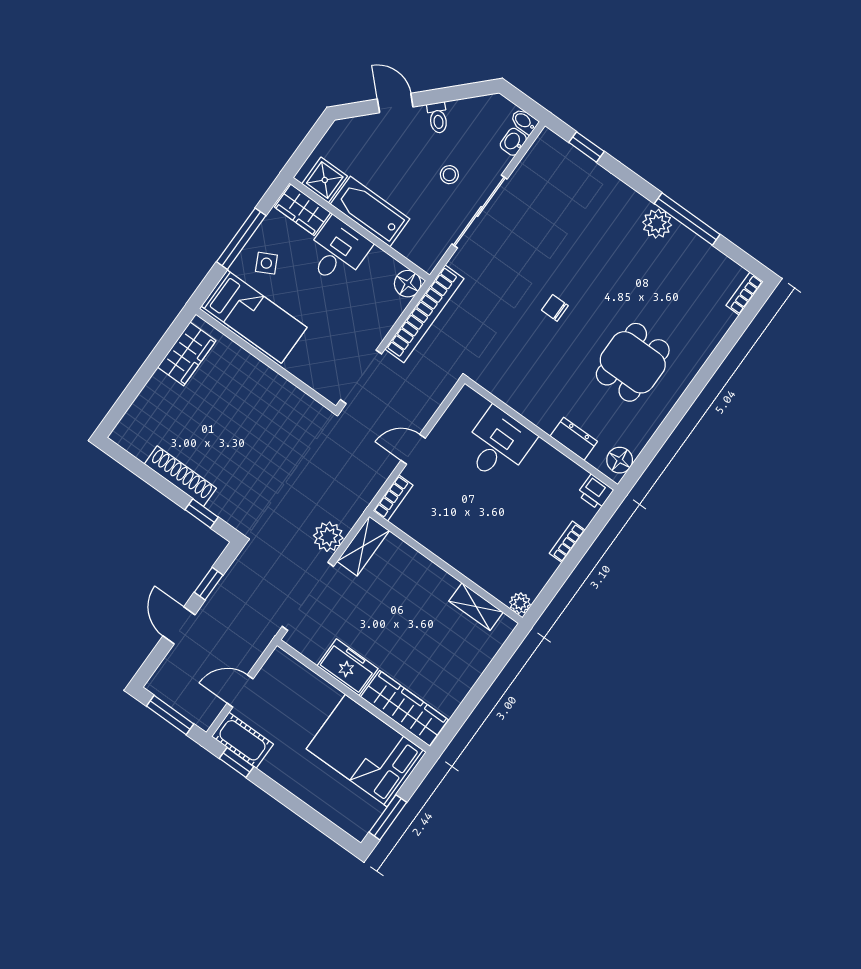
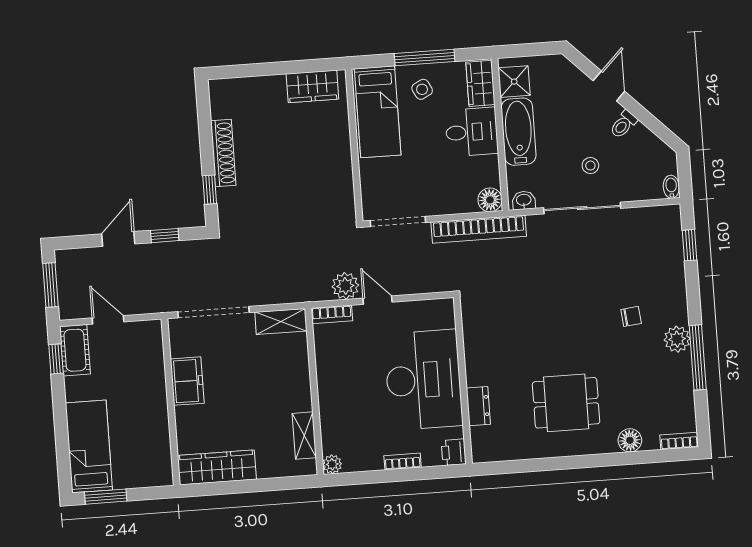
washbasin: (513, 142) -> (524, 200), moved
chair: (555, 308) -> (631, 316), moved, turned 84
desk: (498, 445) -> (423, 380), width x1.87, depth x1.30
floor lamp: (620, 460) -> (630, 440), moved
plant: (328, 537) -> (345, 286), moved
wardrobe: (404, 708) -> (217, 467), moved, turned -90
bed: (366, 751) -> (89, 446), moved, width x0.67

